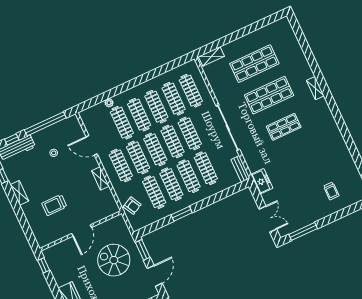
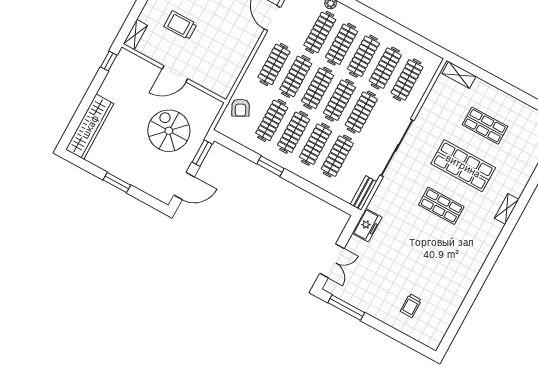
shop shelf: (254, 64) -> (485, 126), width x0.70, depth x0.74
shelving: (100, 178) -> (135, 35), moved

